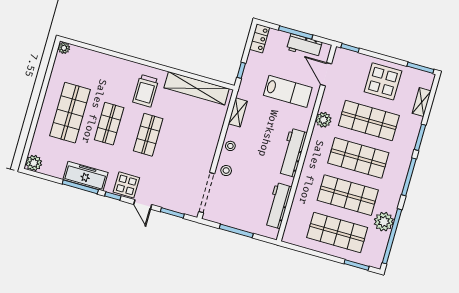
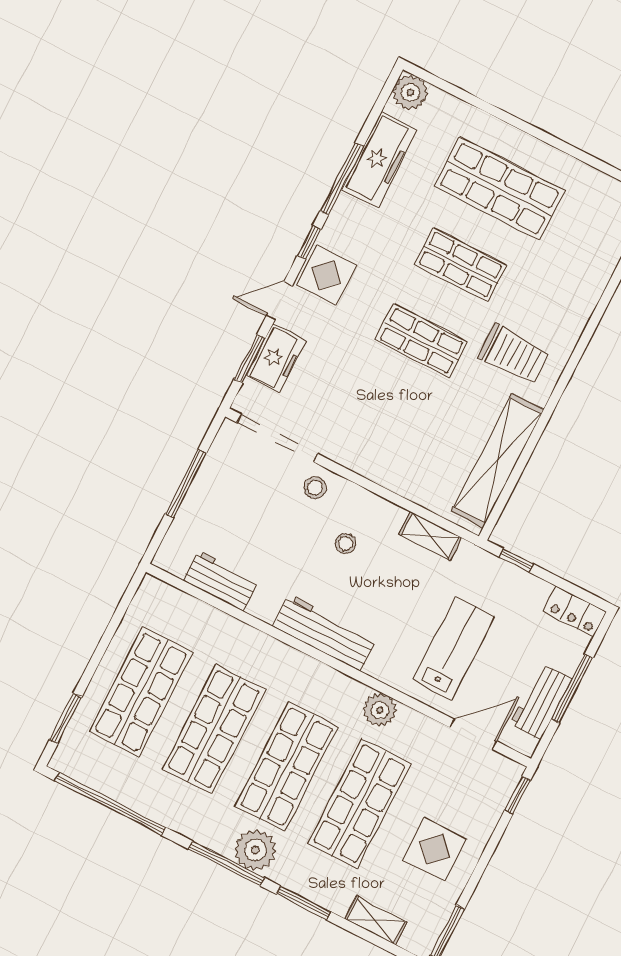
display table: (383, 81) -> (435, 849), width x0.73, depth x0.73
trolley: (146, 91) -> (514, 354), turned 180
lab bench: (288, 91) -> (453, 648), turned 180
stool: (230, 146) -> (346, 543), moved
freezer: (85, 176) -> (379, 160), moved
freezer: (170, 201) -> (276, 358), added
workbench: (278, 206) -> (221, 581), width x0.73
plant: (384, 222) -> (255, 850), moved

